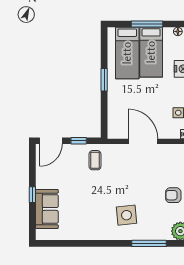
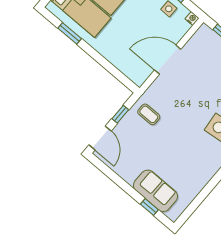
window: (104, 80) -> (70, 33), moved
window: (32, 195) -> (149, 207), moved

